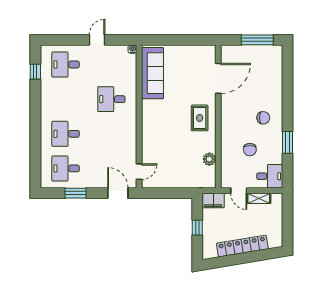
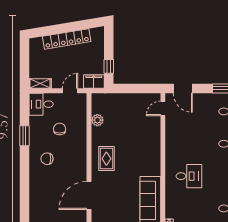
door: (239, 191) -> (70, 91), hinge flipped
shelving: (259, 198) -> (40, 83), moved
window: (197, 228) -> (109, 66), moved

